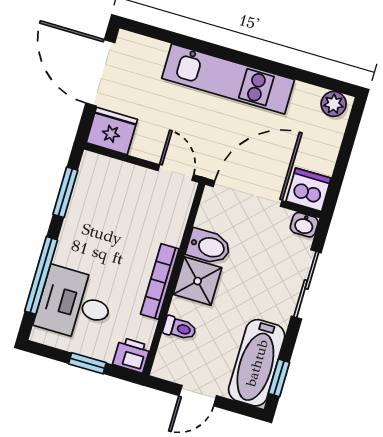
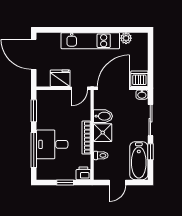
plant: (334, 104) -> (126, 38), moved
fridge: (112, 131) -> (60, 78), moved
door: (176, 173) -> (79, 88), swing flipped
desk: (75, 304) -> (52, 144), moved
window: (279, 378) -> (150, 152), moved

